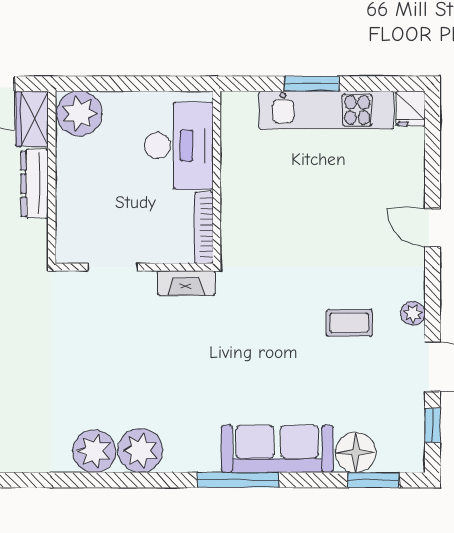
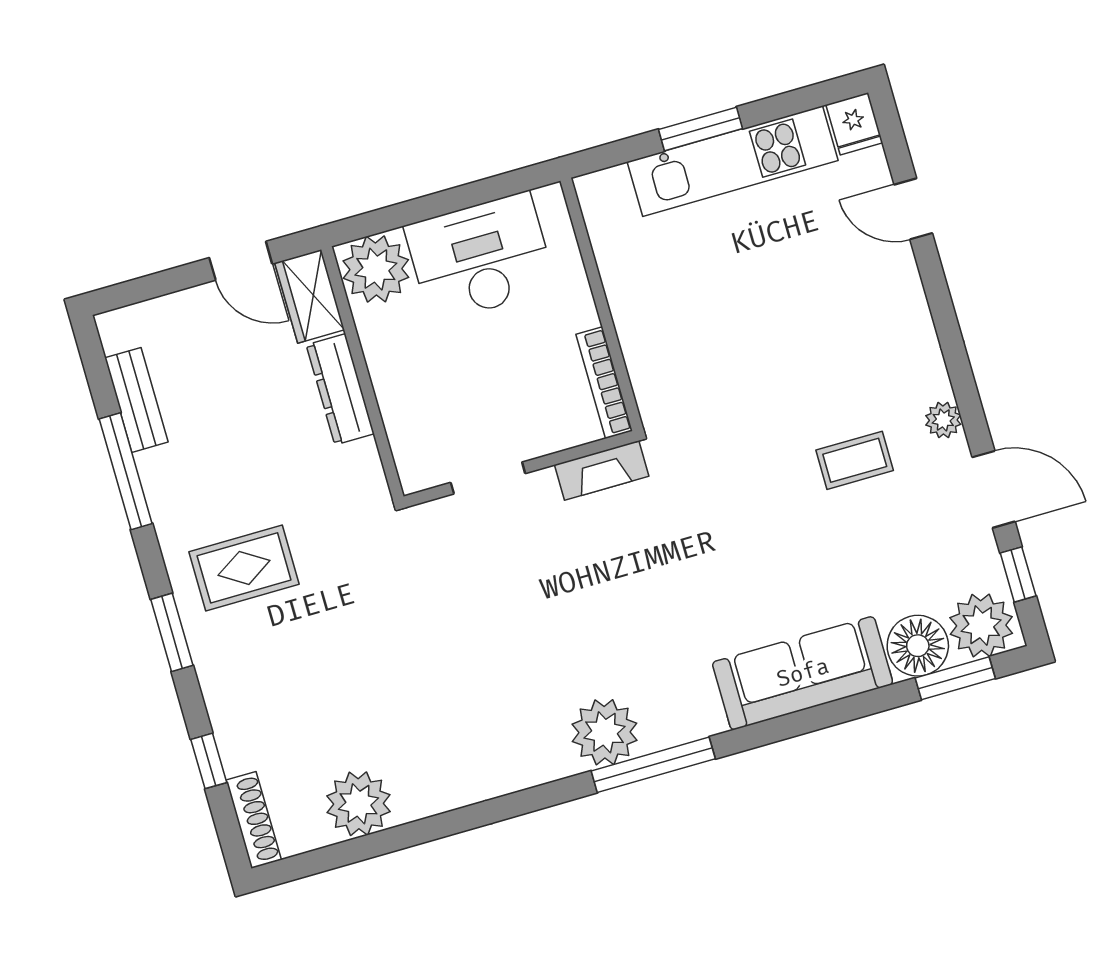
desk: (179, 146) -> (480, 258), moved, turned -90
door: (432, 228) -> (913, 209), moved
plant: (94, 451) -> (981, 626), moved
window: (238, 480) -> (653, 765), moved

